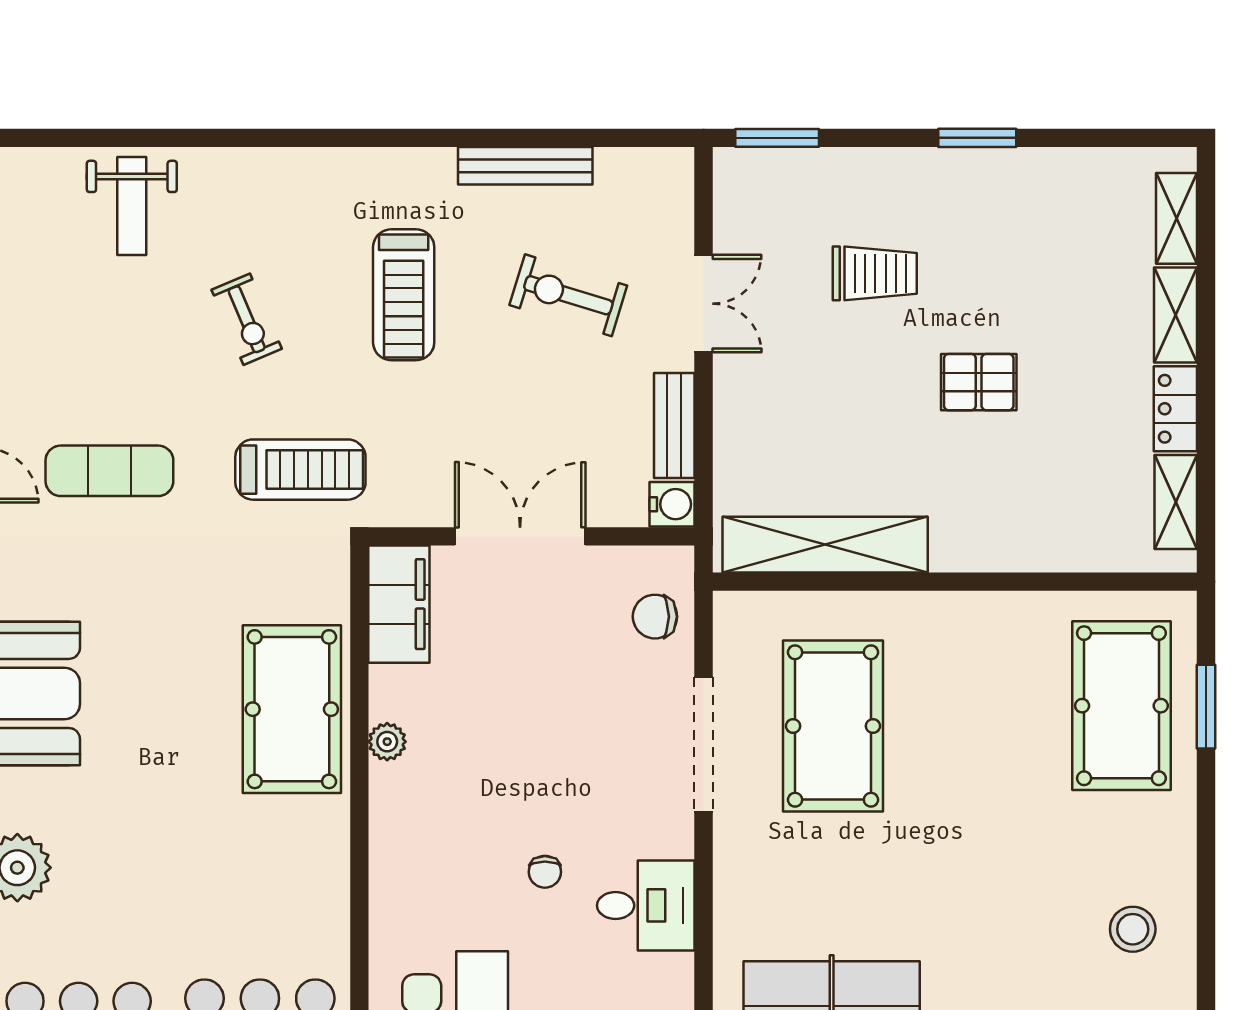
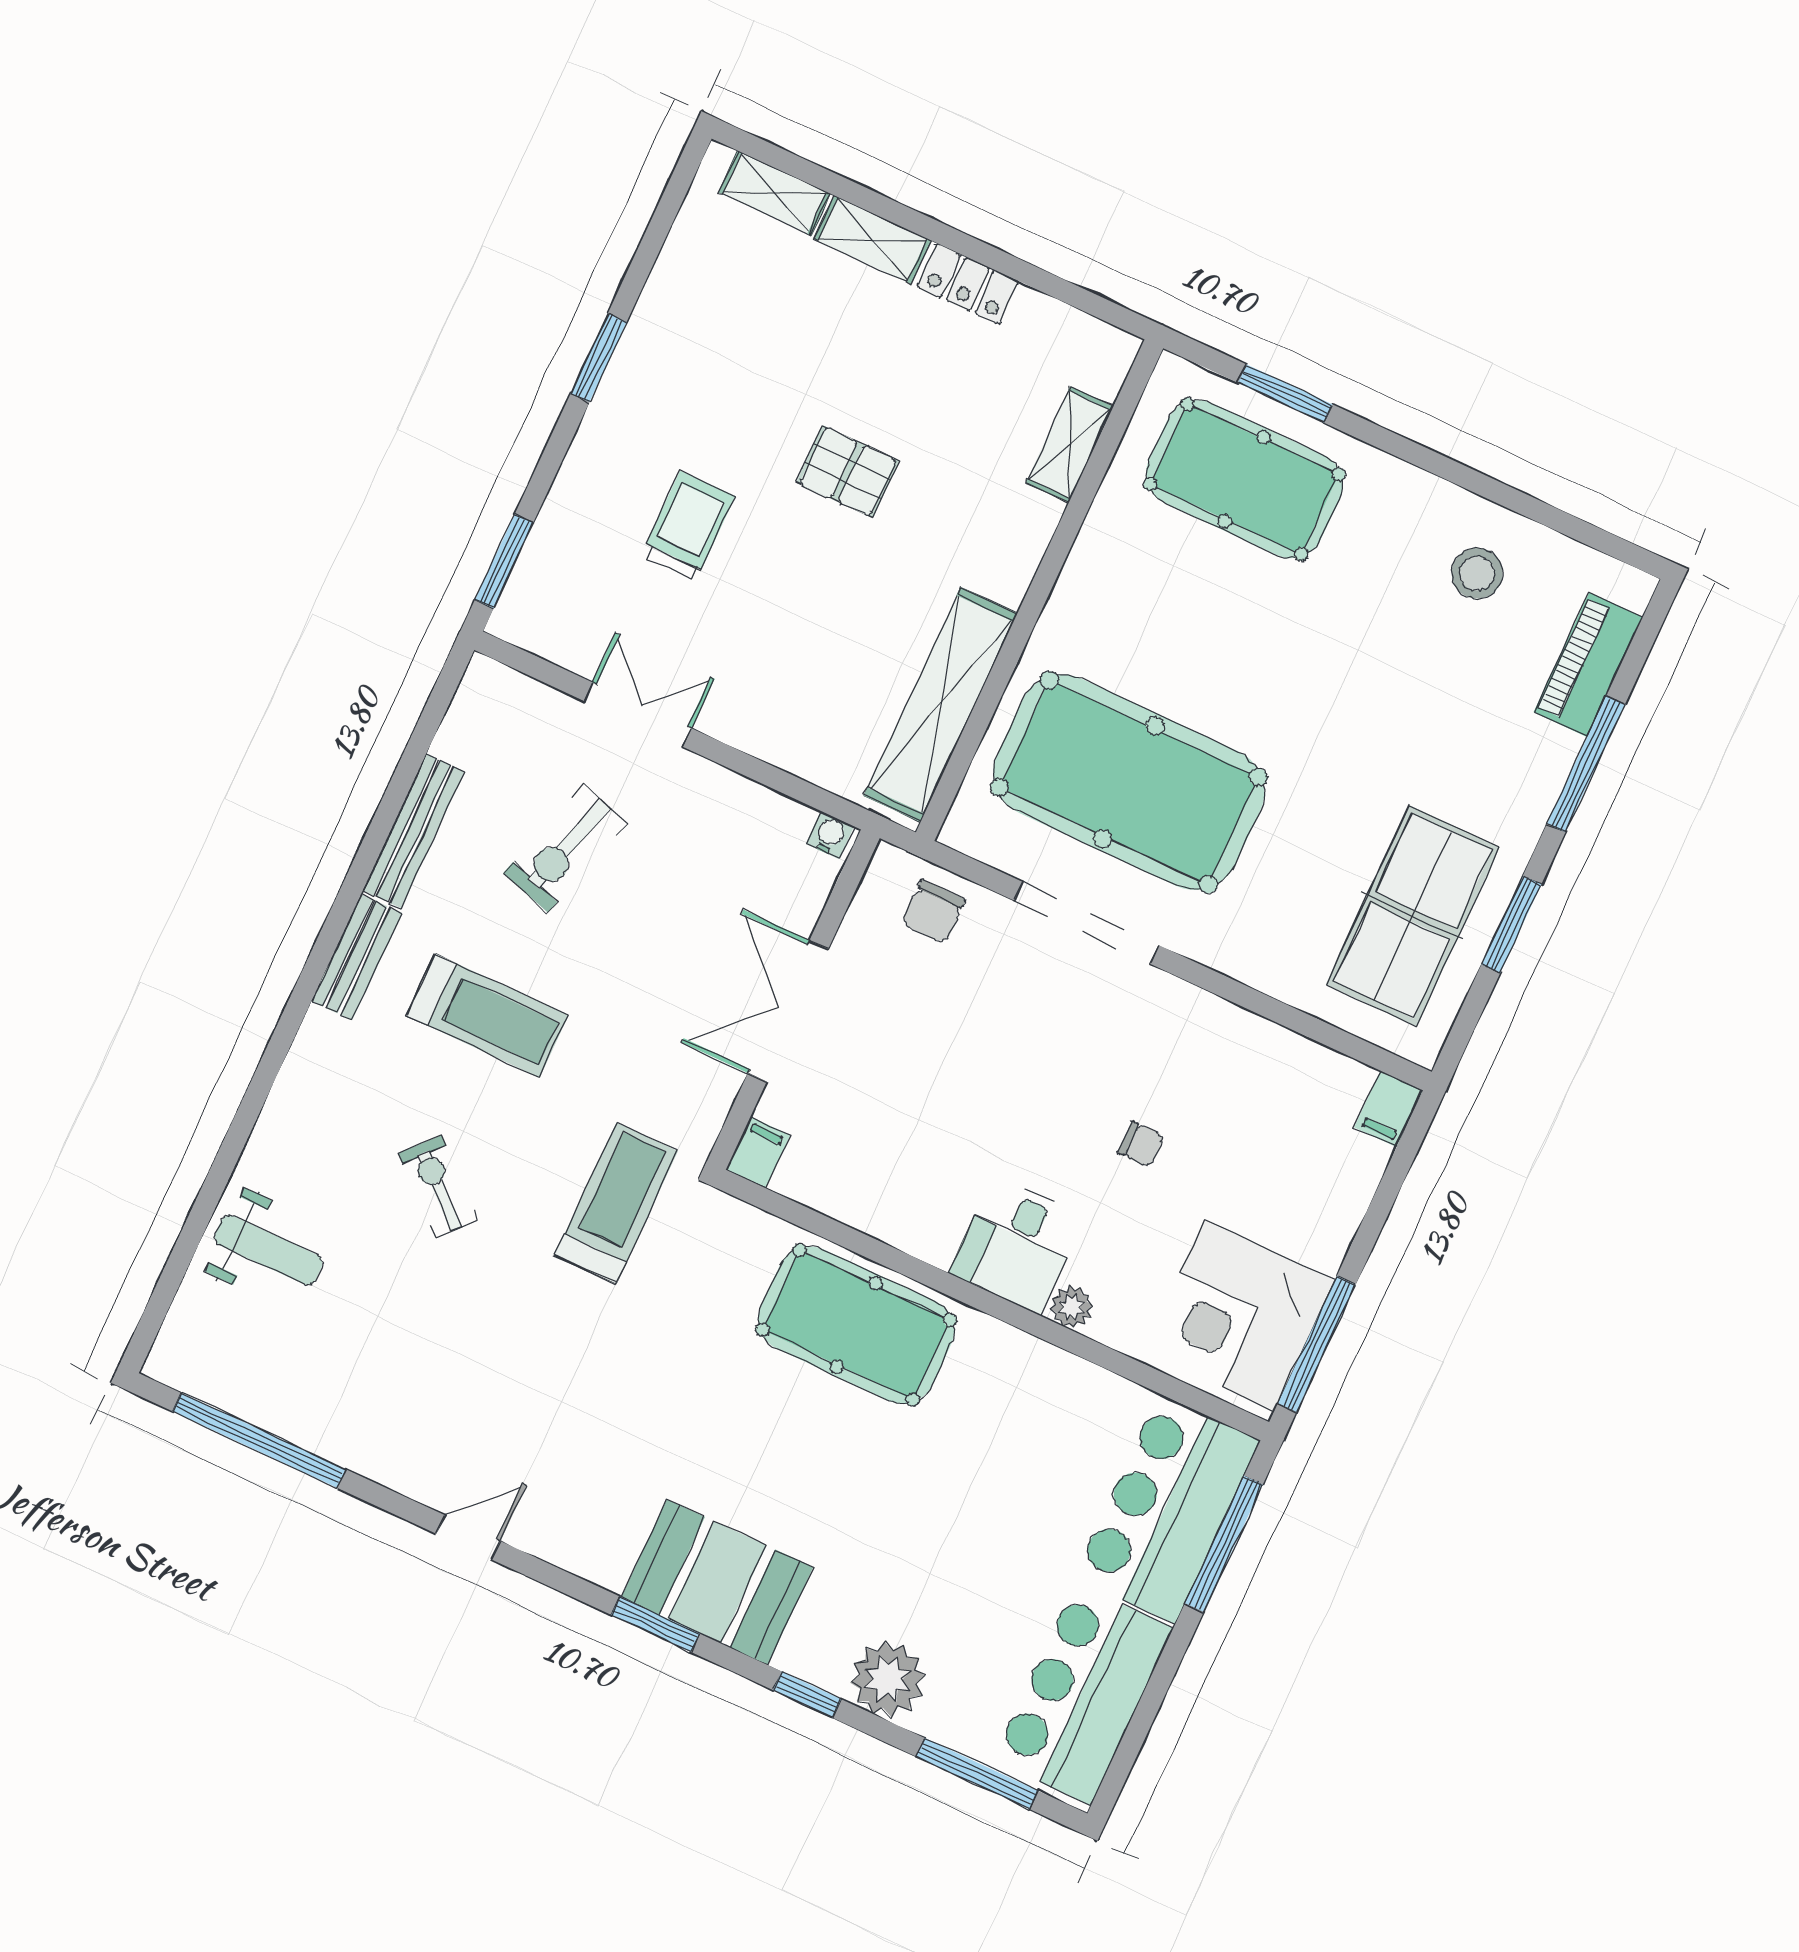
exercise bike: (247, 319) -> (438, 1187), turned -115
pallet: (979, 382) -> (848, 472), turned 90
bench: (674, 426) -> (356, 957), moved, turned 90
exercise mat: (109, 471) -> (527, 1398), removed
shelving: (1176, 502) -> (1070, 445), moved, turned 90
water cooler: (672, 504) -> (830, 835), width x0.72, depth x0.72
filing cabinet: (399, 604) -> (758, 1152), width x0.33, depth x0.86
pool table: (833, 726) -> (1129, 782), width x1.36, depth x1.32
plant: (387, 742) -> (1072, 1307), moved
desk: (646, 905) -> (1017, 1245), moved, turned 180

